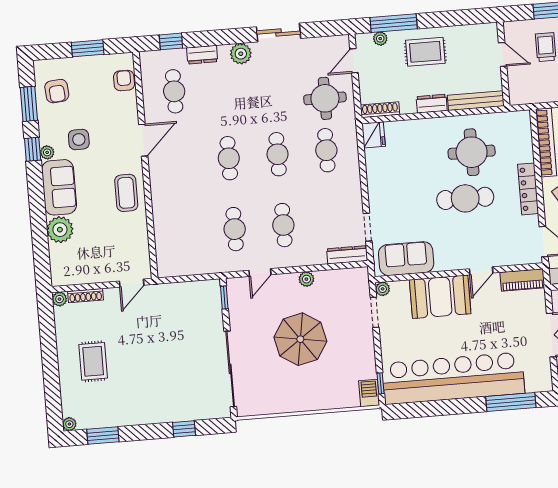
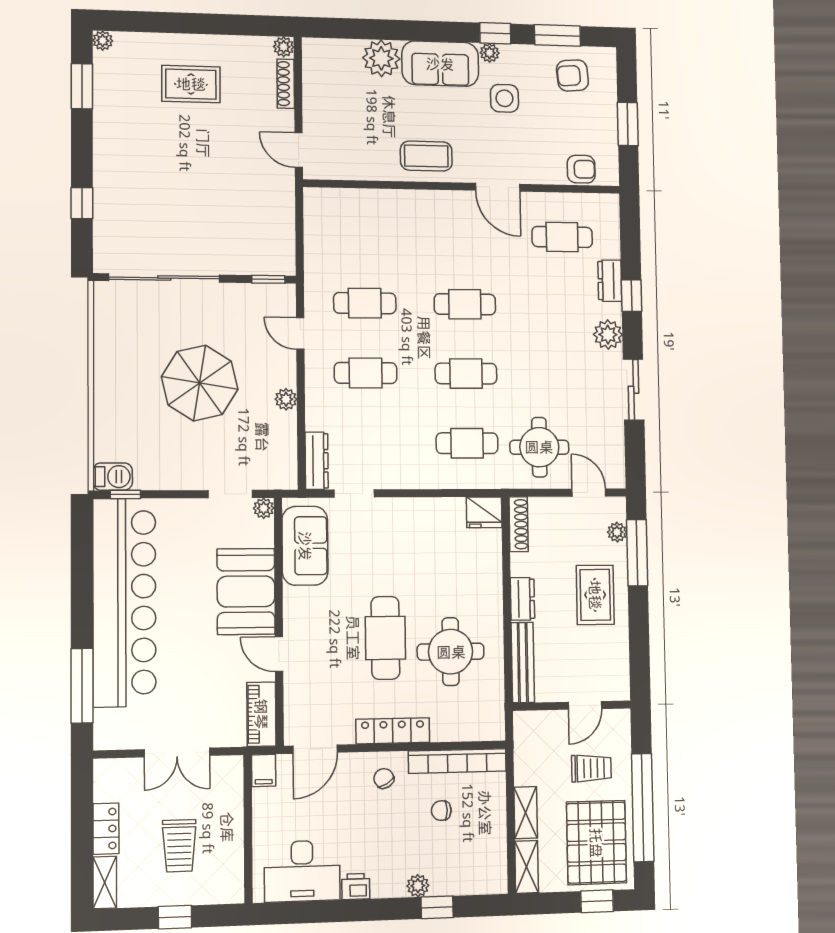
window: (171, 41) -> (632, 296), moved

